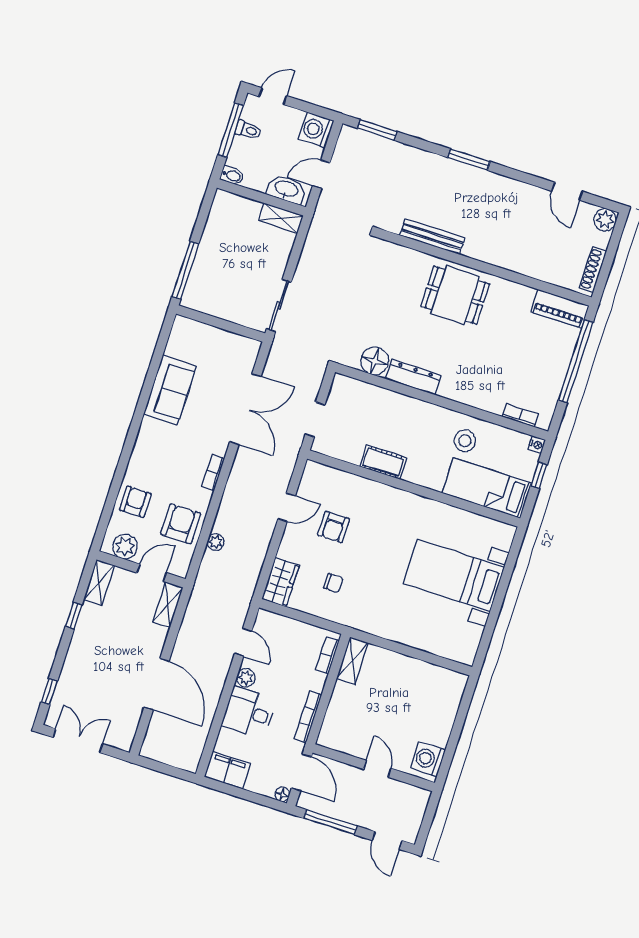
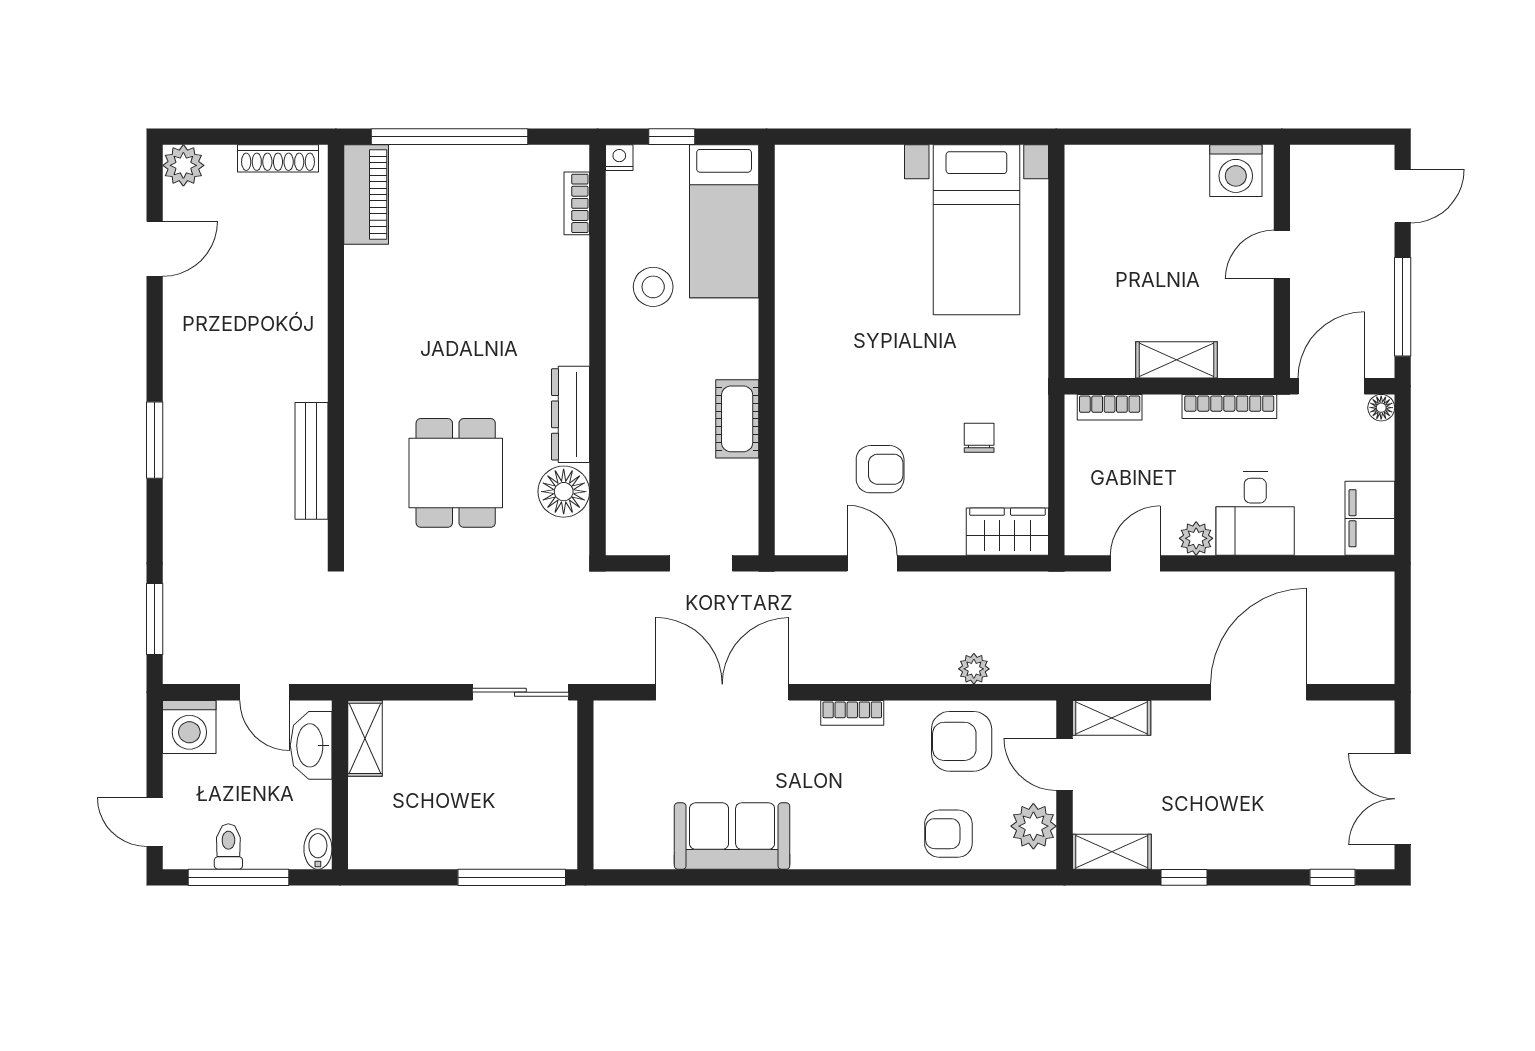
dining table: (455, 295) -> (456, 473), moved
bed with nightstands: (454, 575) -> (976, 230), moved
shelving: (352, 661) -> (1176, 360), moved

